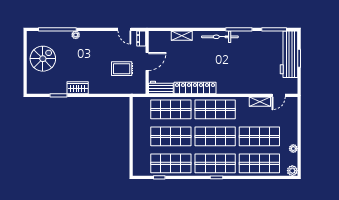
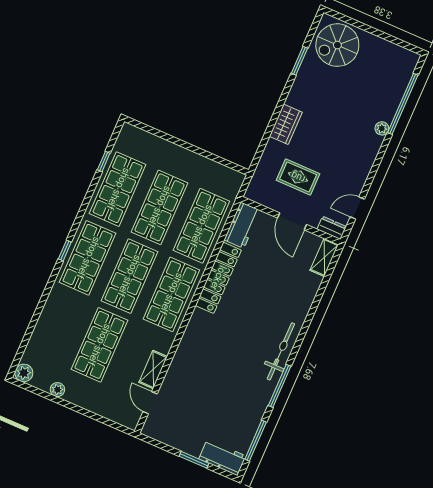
shelving: (182, 36) -> (324, 257), moved
workbench: (289, 54) -> (222, 457), width x0.53, depth x0.76
spiral stairs: (43, 59) -> (337, 45), moved, turned 90
rug: (122, 69) -> (298, 177), turned 90
wardrobe: (78, 88) -> (286, 124), moved
shop shelf: (259, 163) -> (58, 327), removed

